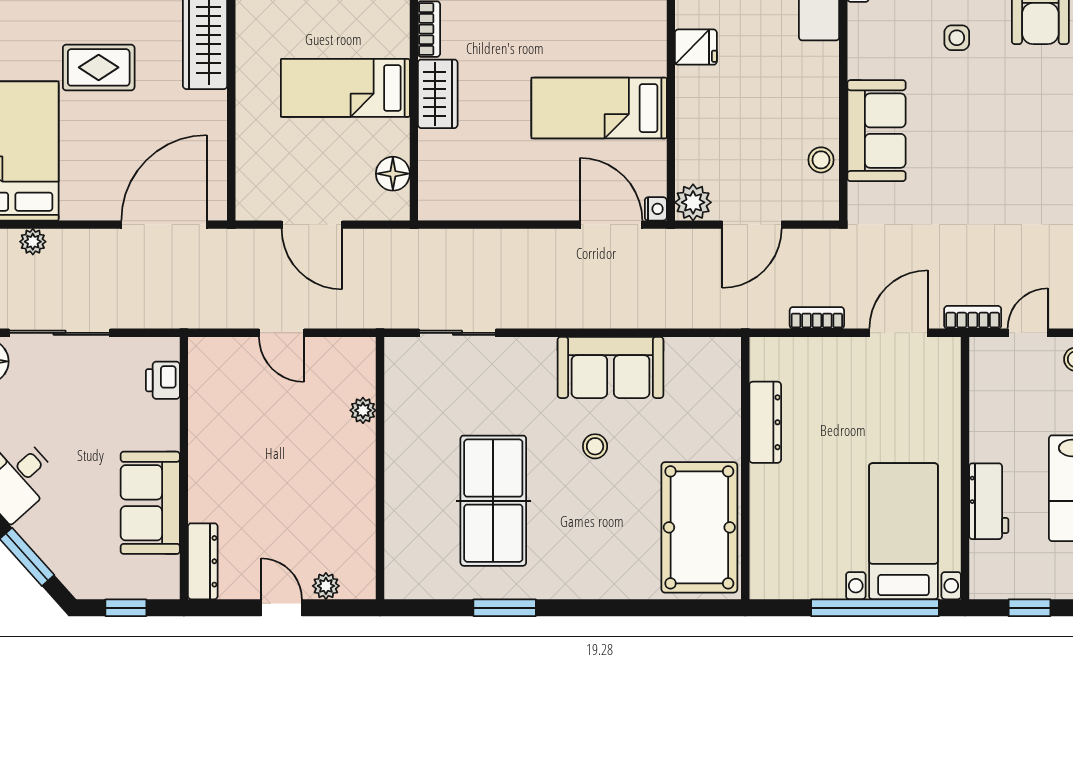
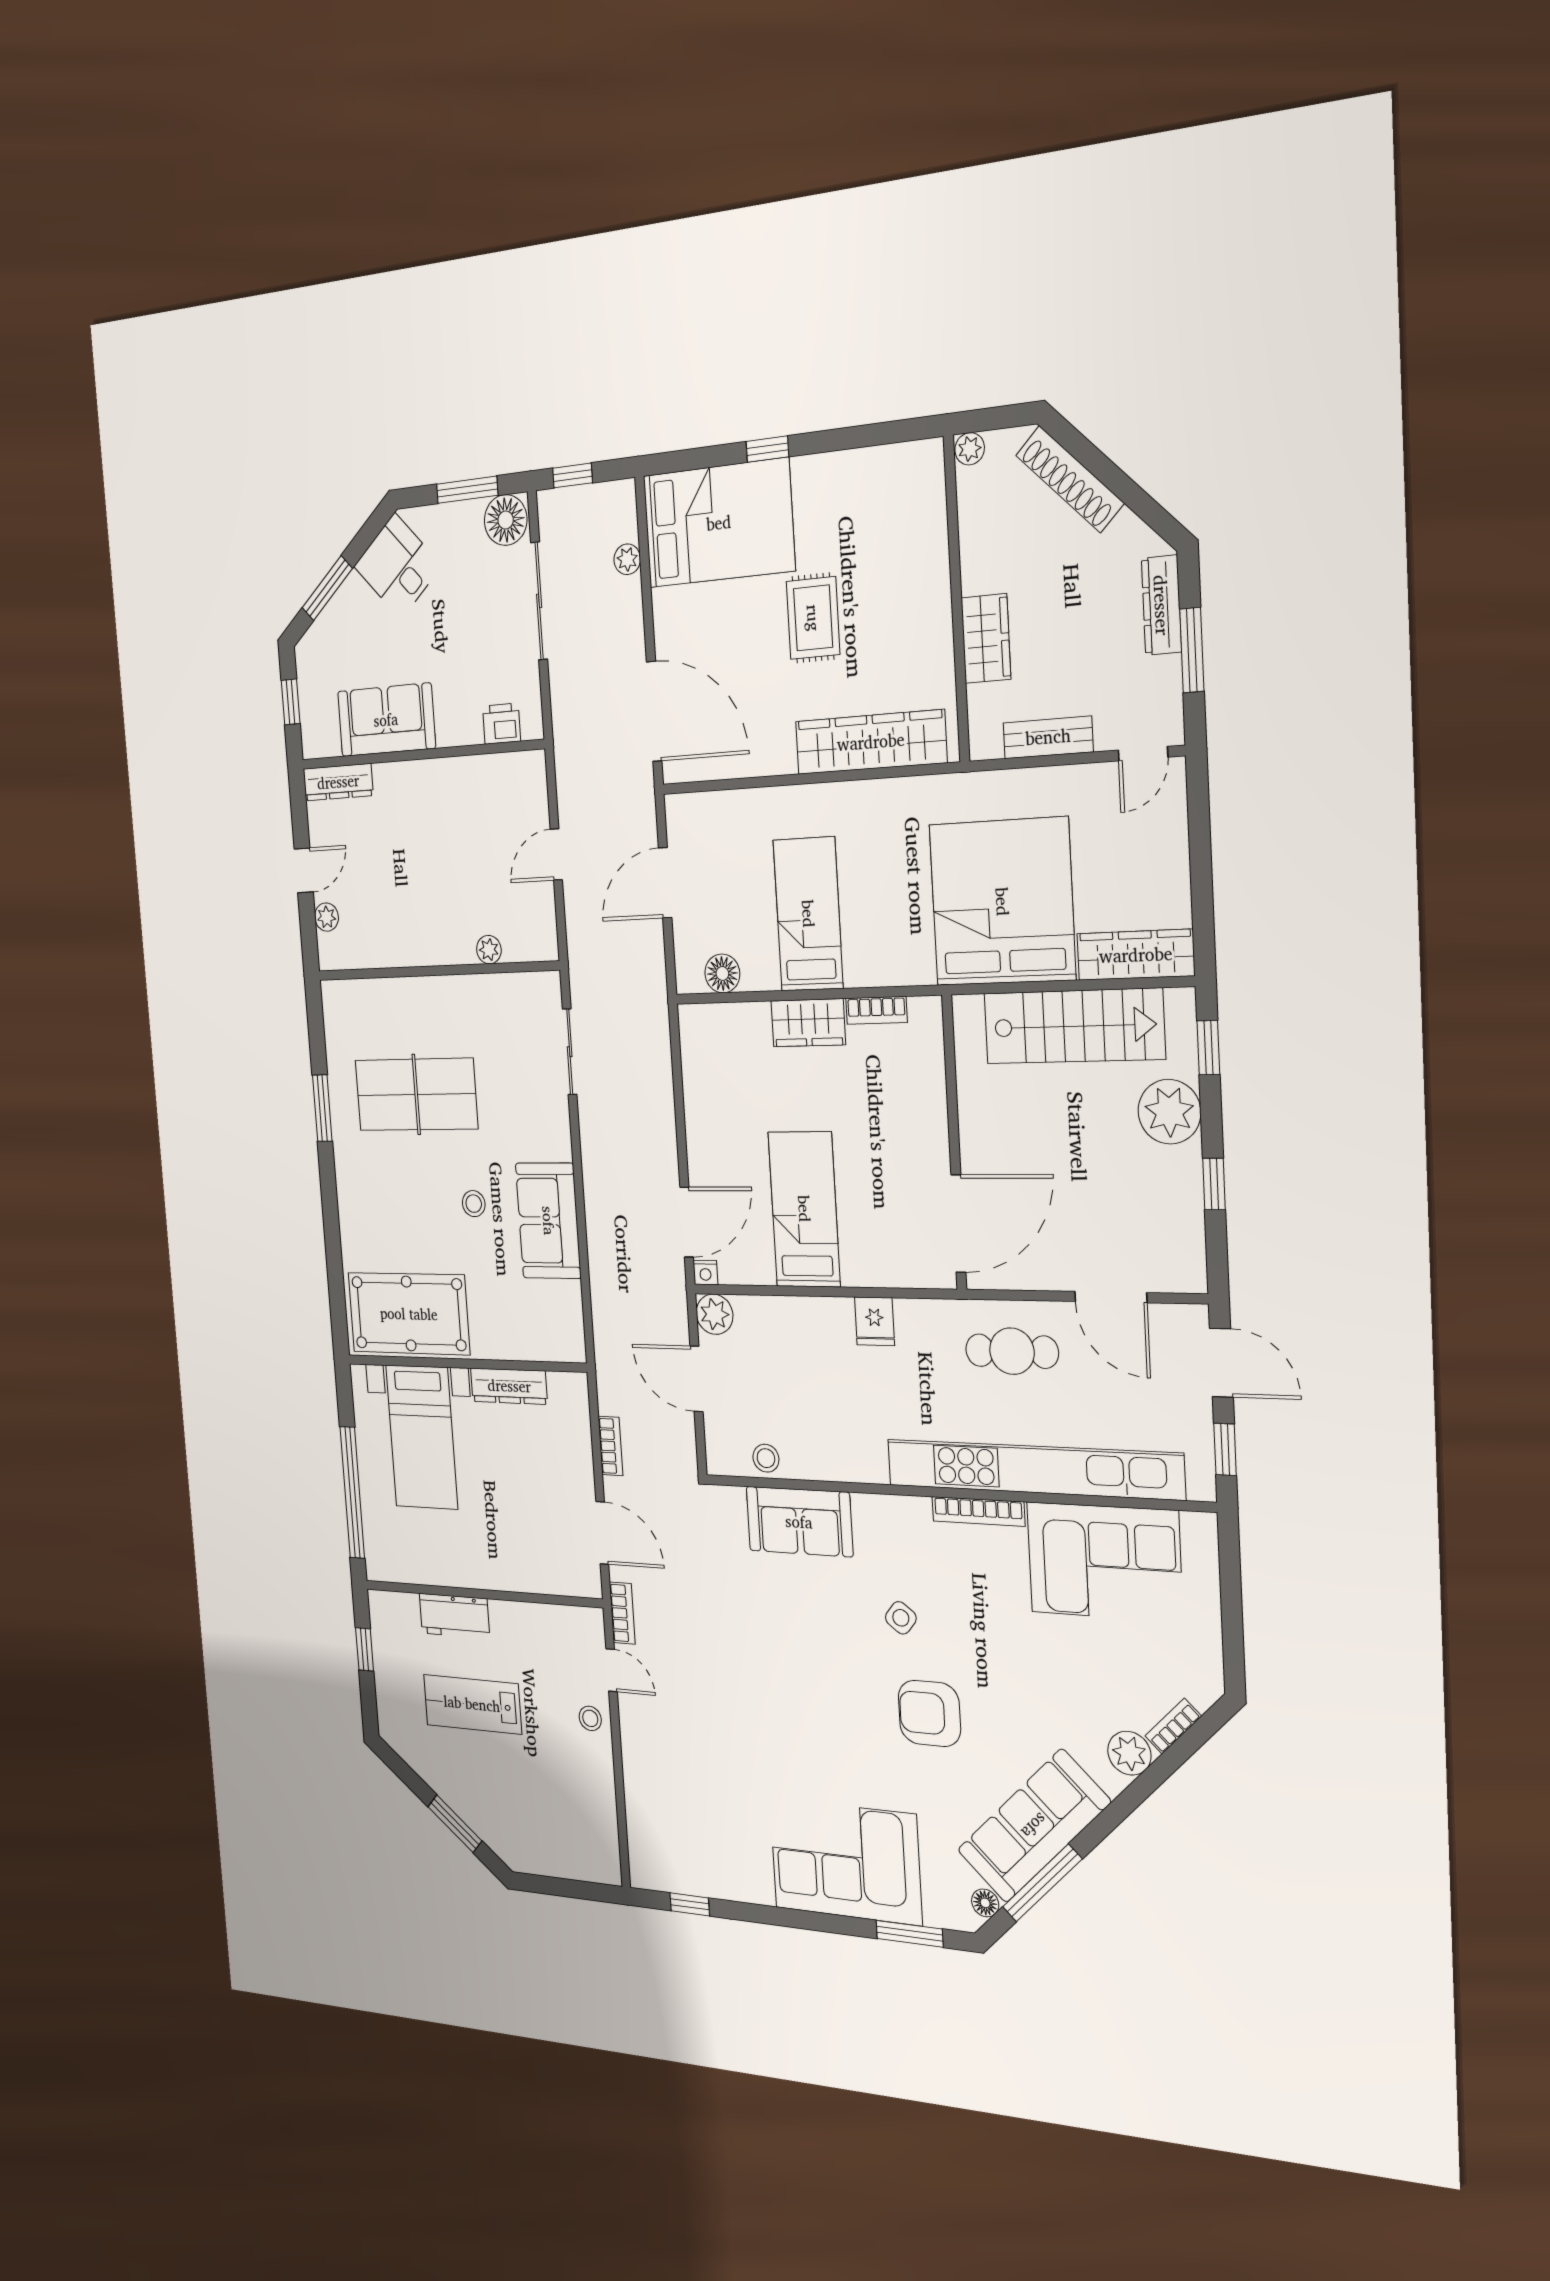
side table: (957, 38) -> (901, 1618), turned 38
bed with nightstands: (903, 531) -> (422, 1437), moved, turned 90

